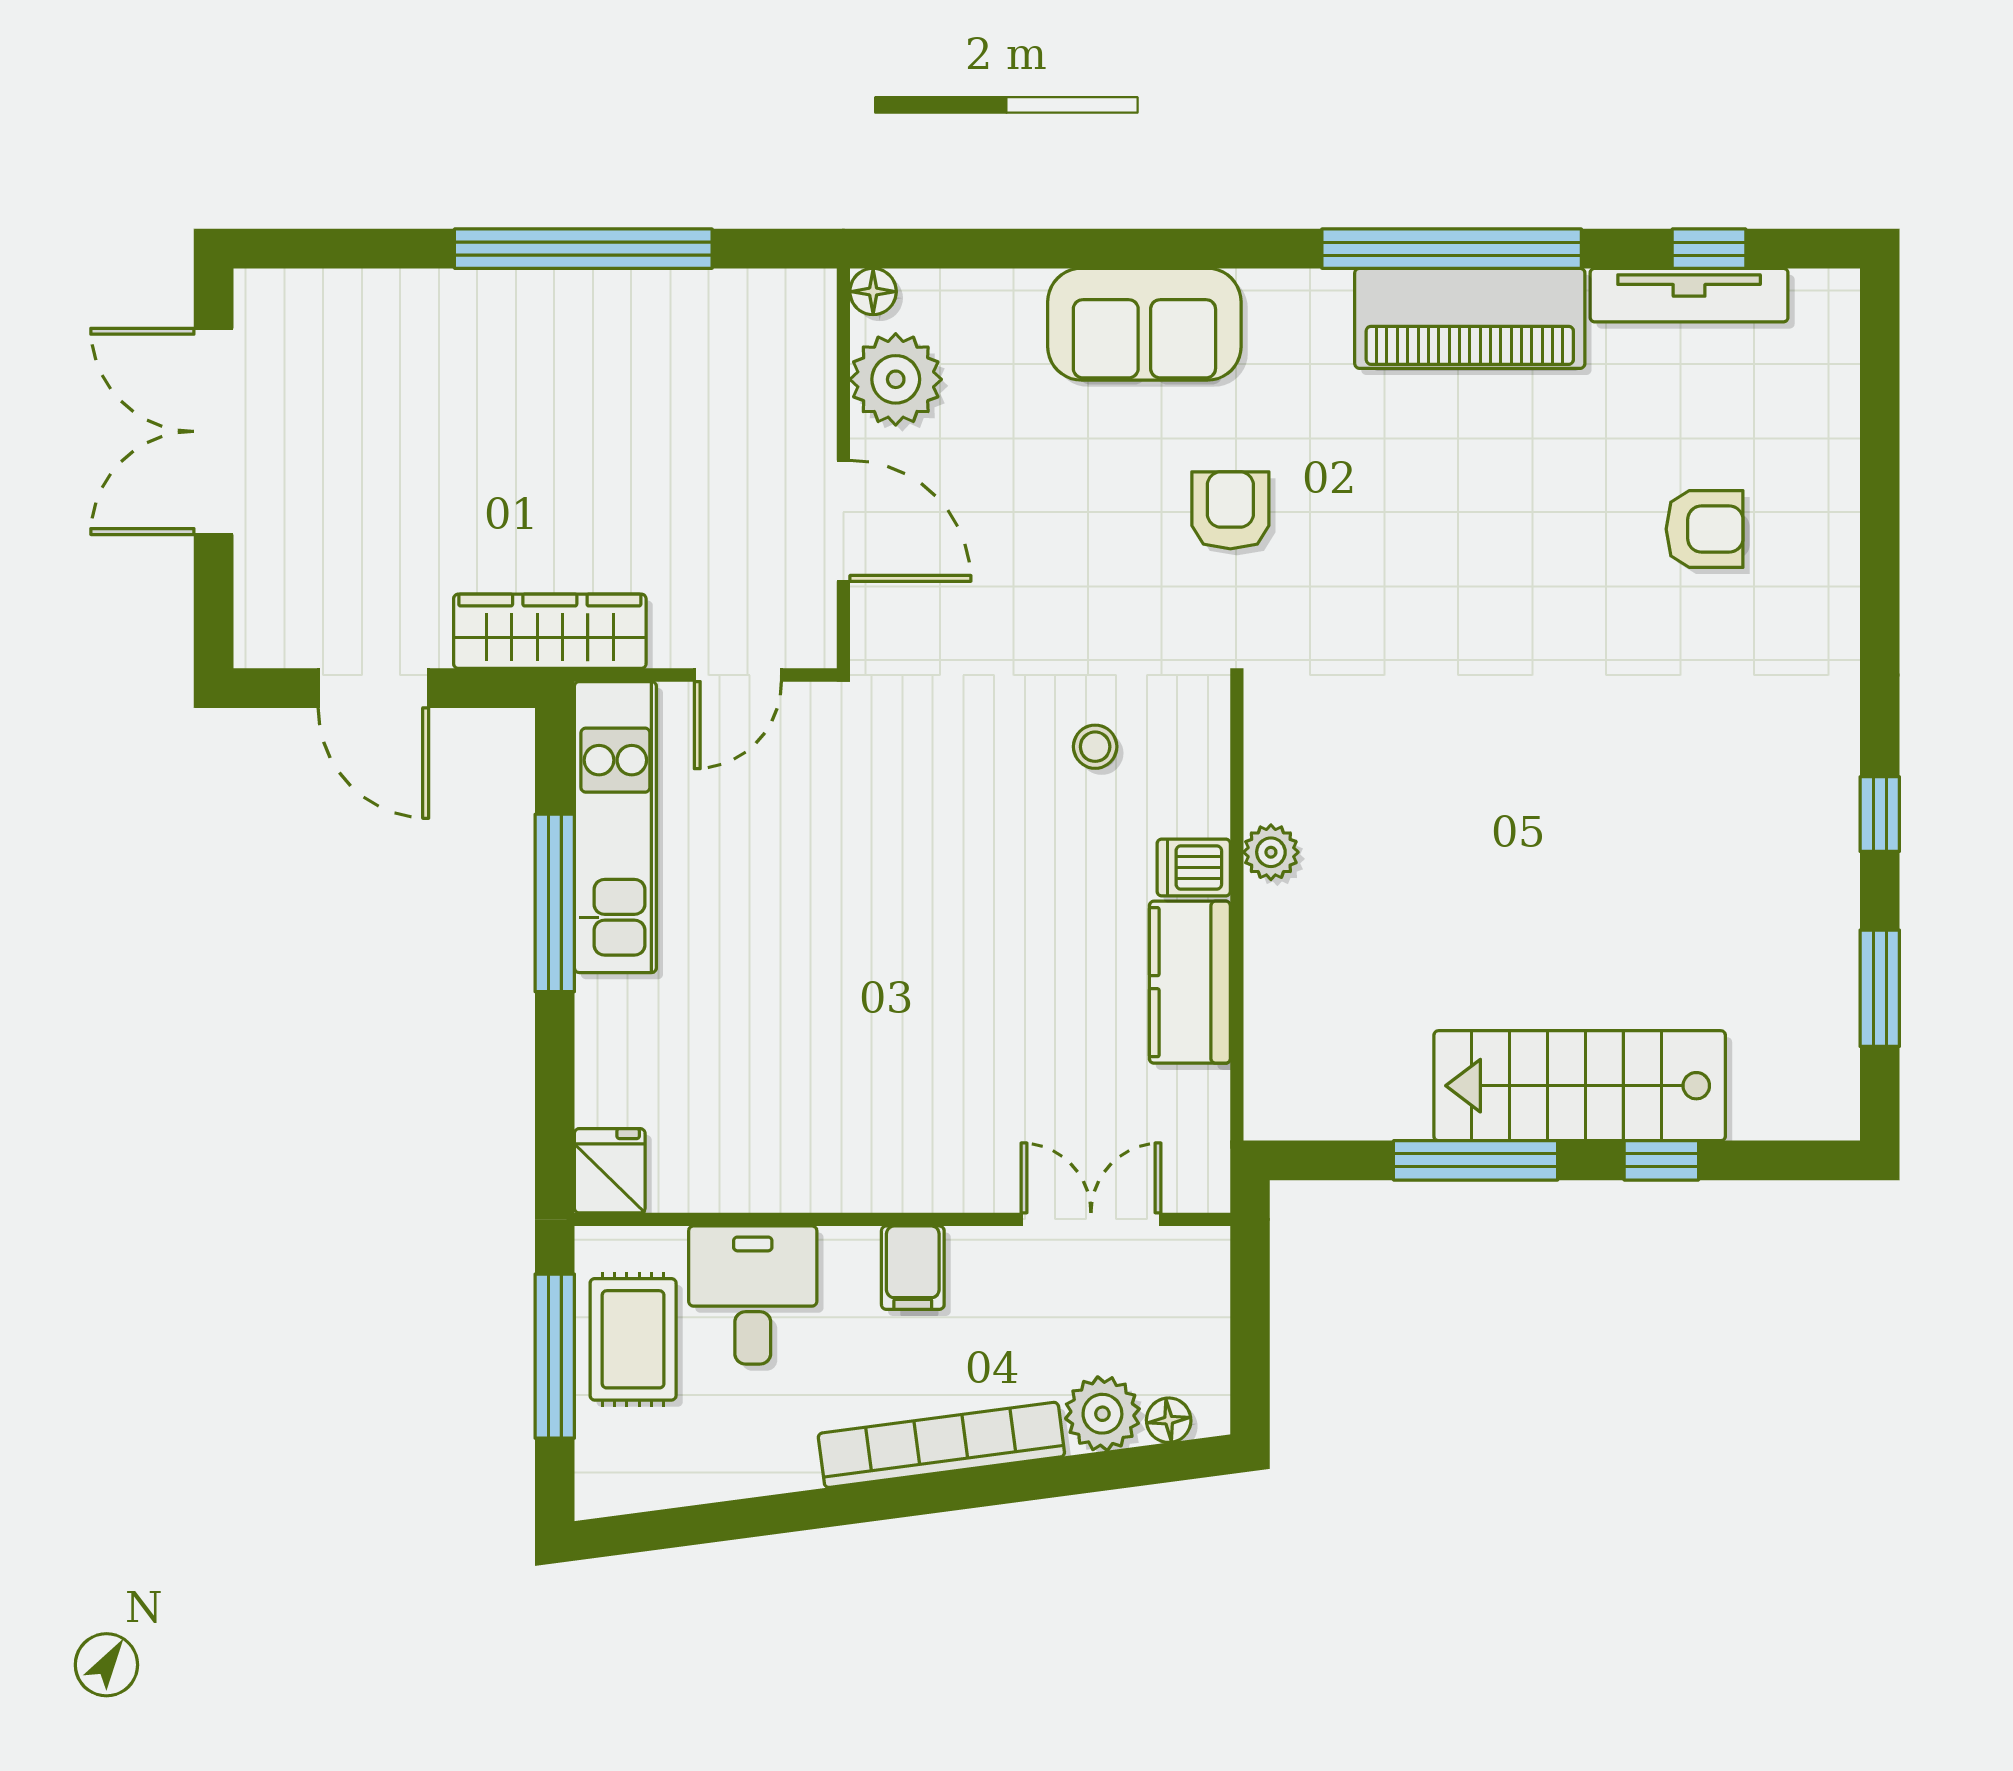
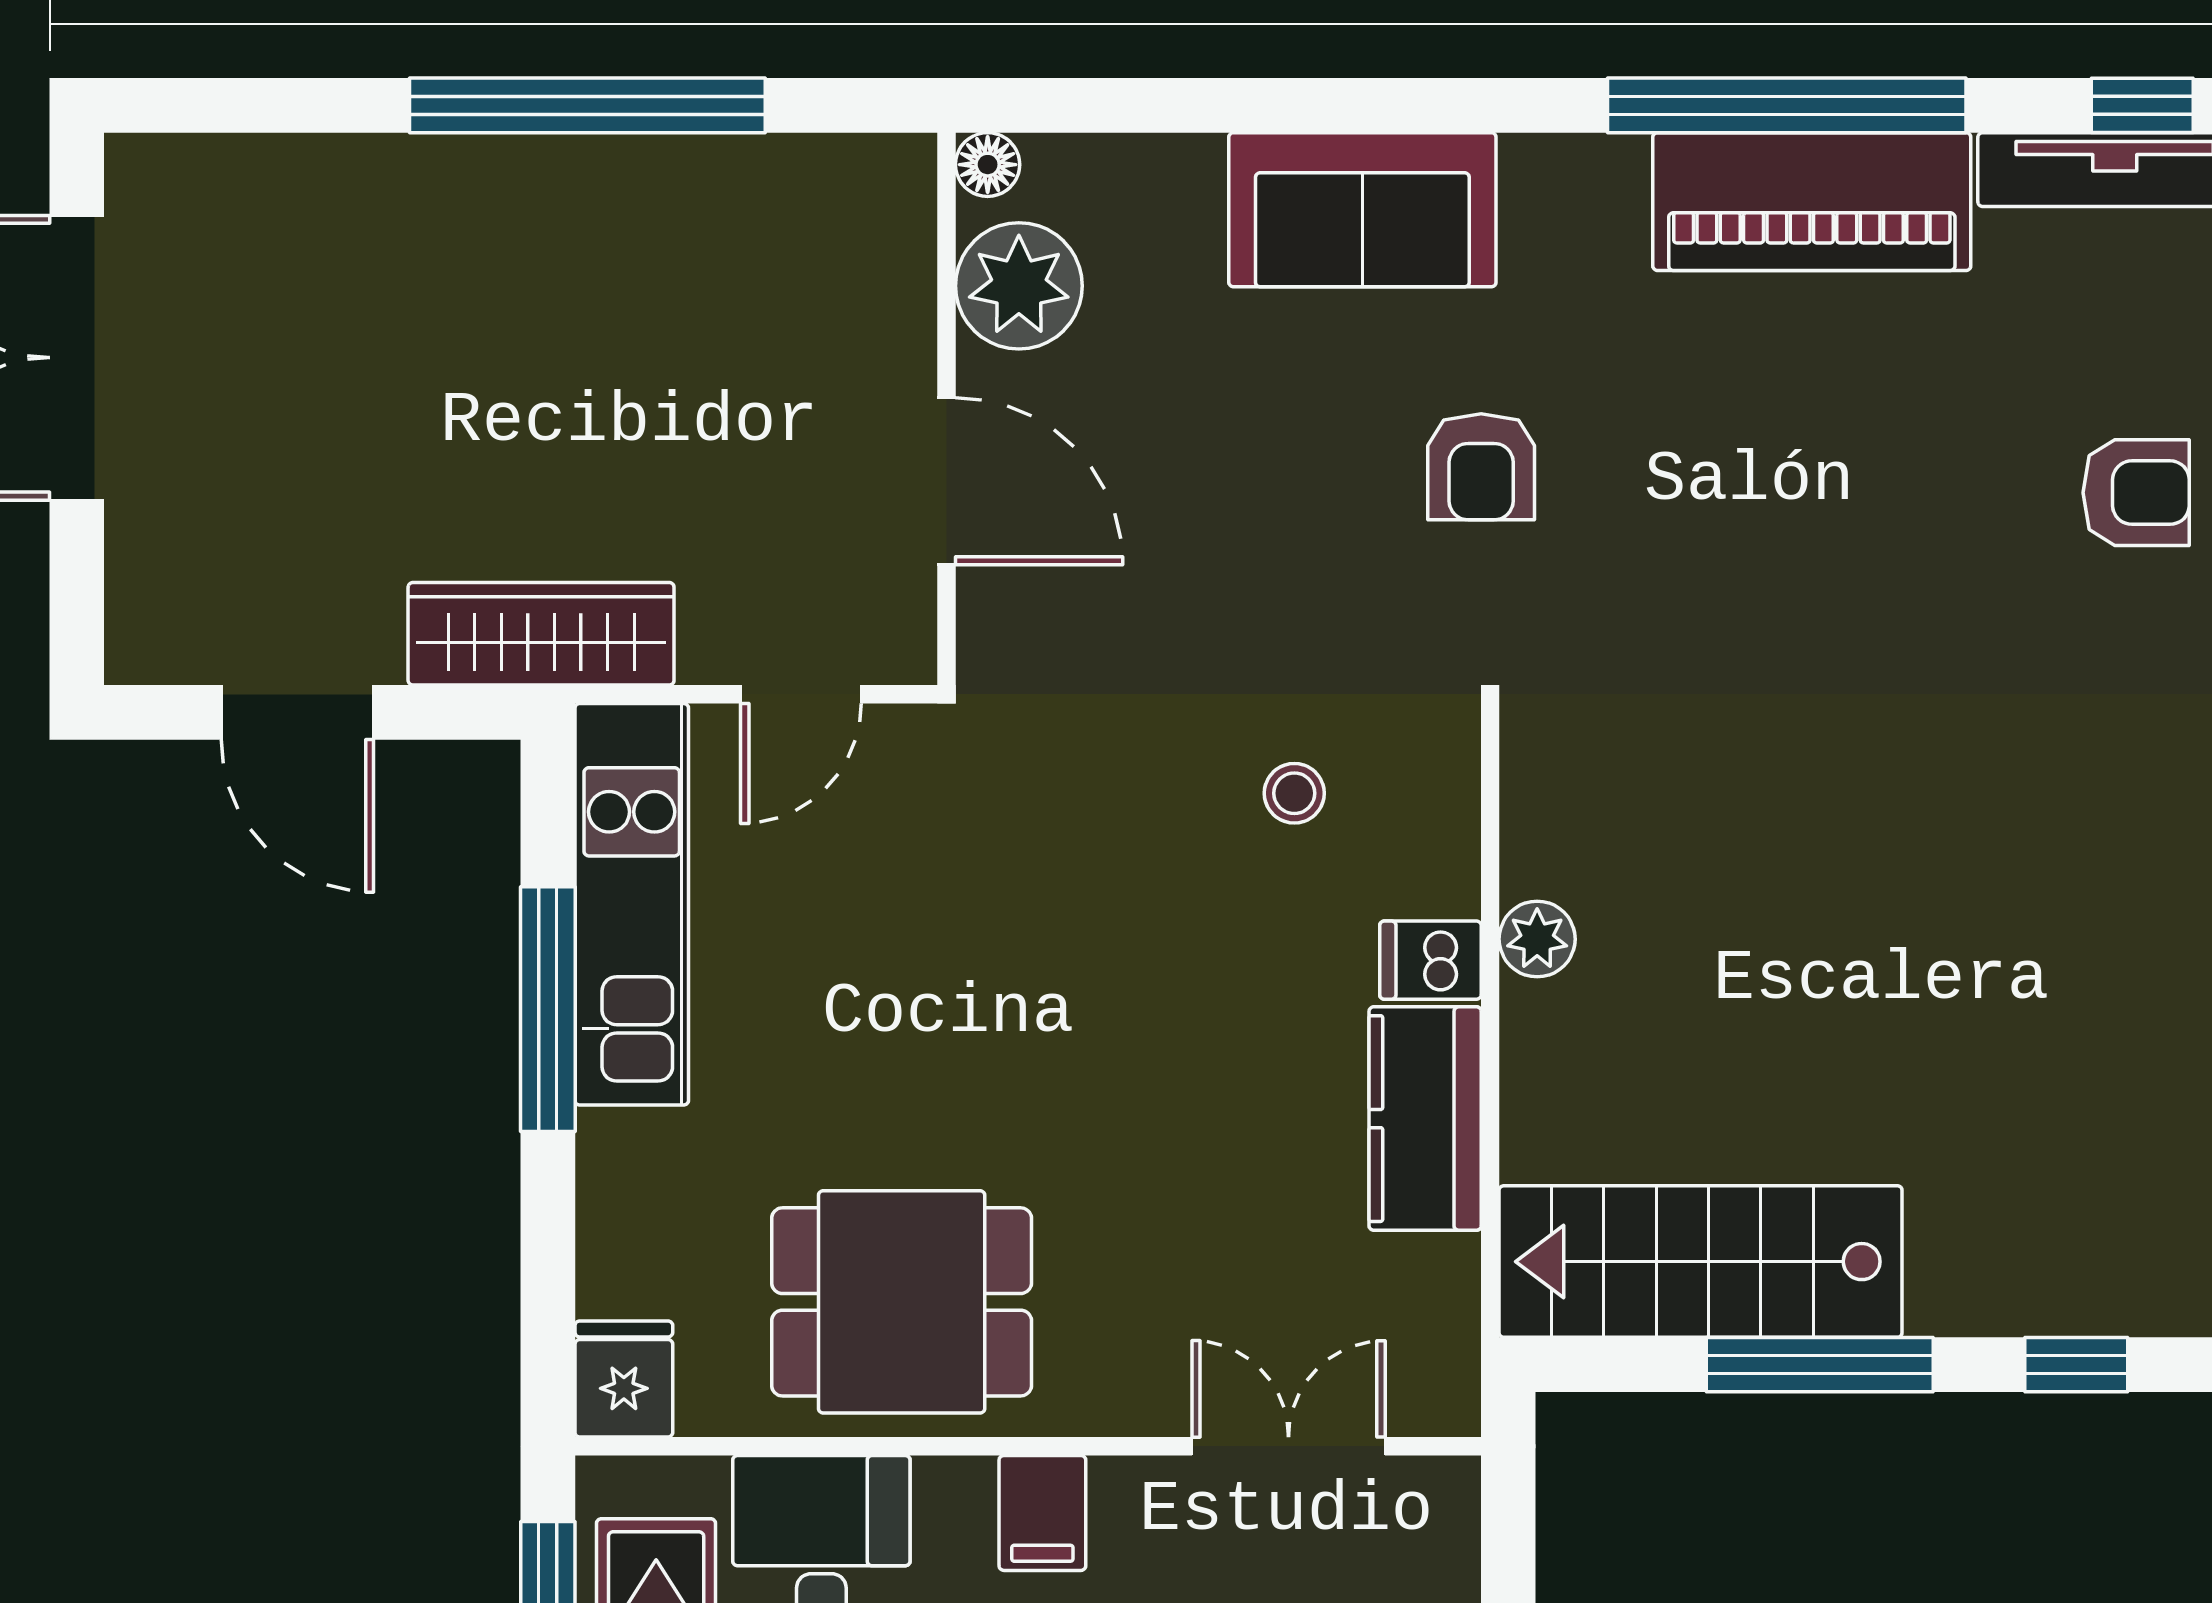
armchair: (1230, 510) -> (1481, 467), turned 180
stairs: (1580, 1086) -> (1701, 1262), moved
dining table: (811, 1115) -> (902, 1302), added

